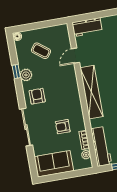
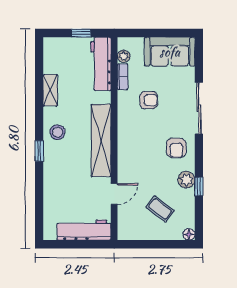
workbench: (87, 27) -> (84, 230), width x1.38

